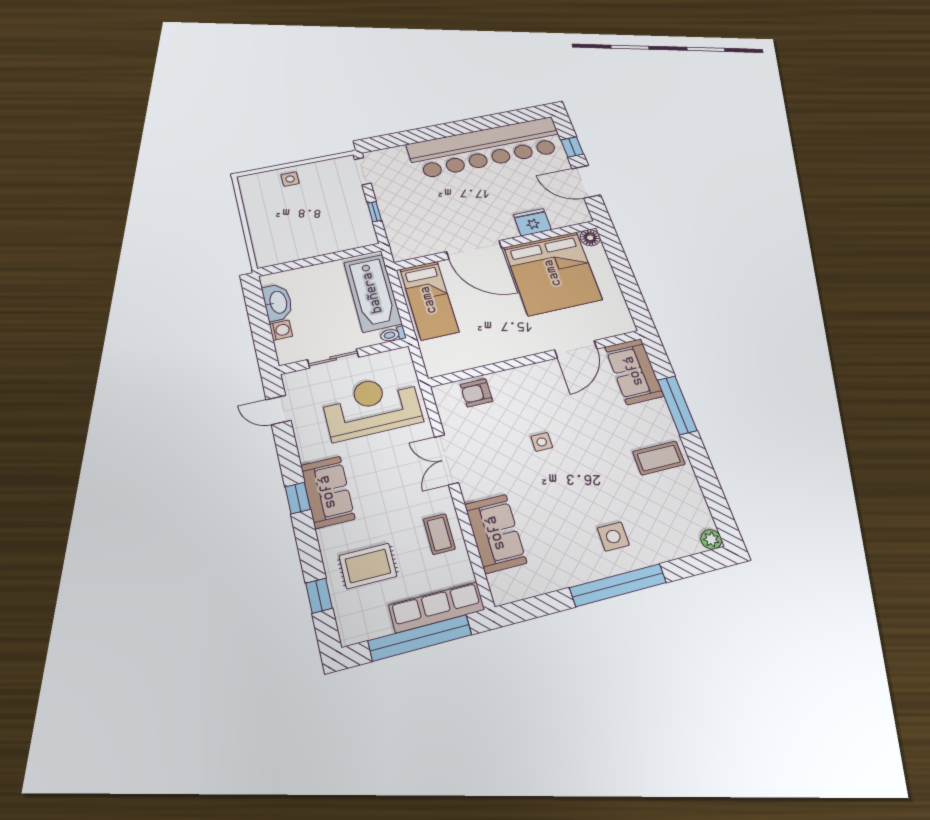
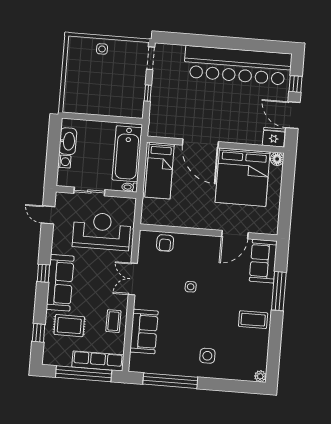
fridge: (532, 222) -> (274, 137), moved
armchair: (476, 393) -> (165, 243), turned -90
sofa: (328, 492) -> (60, 283), width x1.36
window: (618, 585) -> (170, 381), moved

